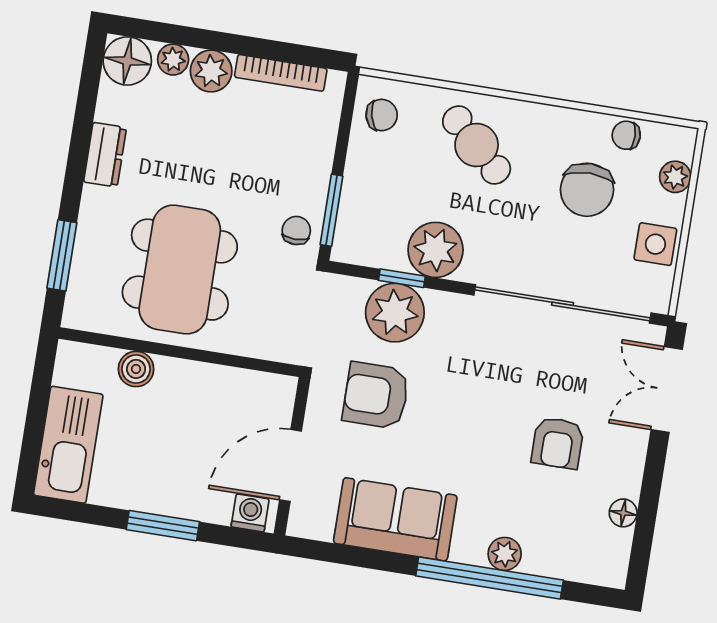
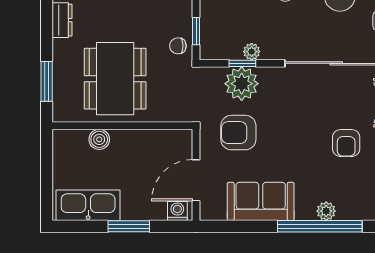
window: (331, 210) -> (196, 31), width x0.67
chair: (296, 231) -> (178, 46), turned -90
plant: (436, 250) -> (252, 52), width x0.53, depth x0.53
kitchen sink: (68, 445) -> (88, 205), moved, turned -90

